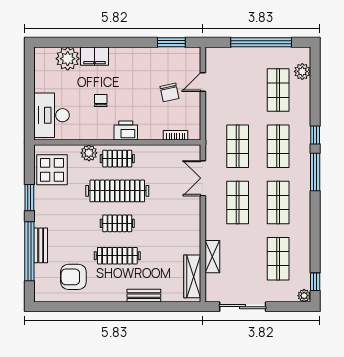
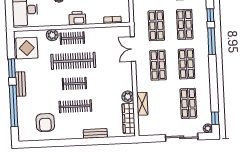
bench: (41, 245) -> (20, 84), moved
plant: (192, 245) -> (128, 97), added
armchair: (73, 277) -> (45, 123), turned -90
sliding door: (243, 307) -> (182, 137), moved

